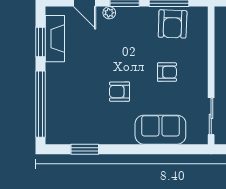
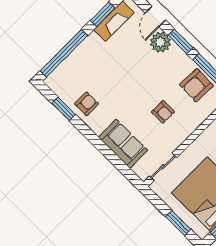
plant: (109, 13) -> (160, 42), width x1.88, depth x1.88
armchair: (120, 92) -> (87, 104), moved, turned 90

